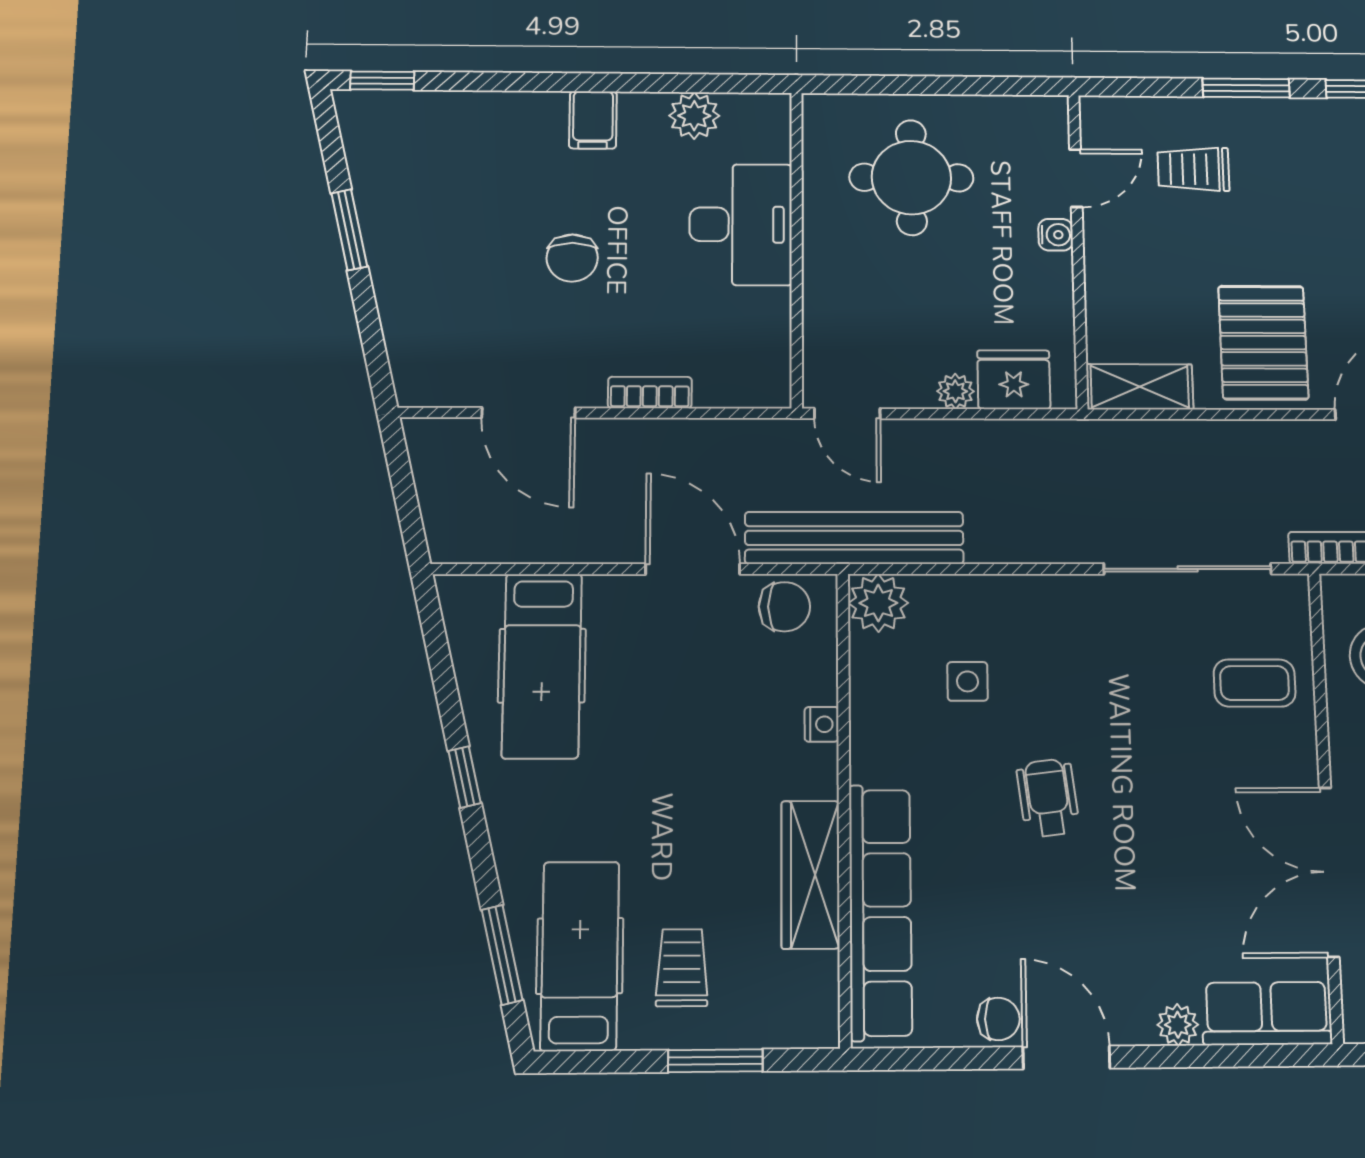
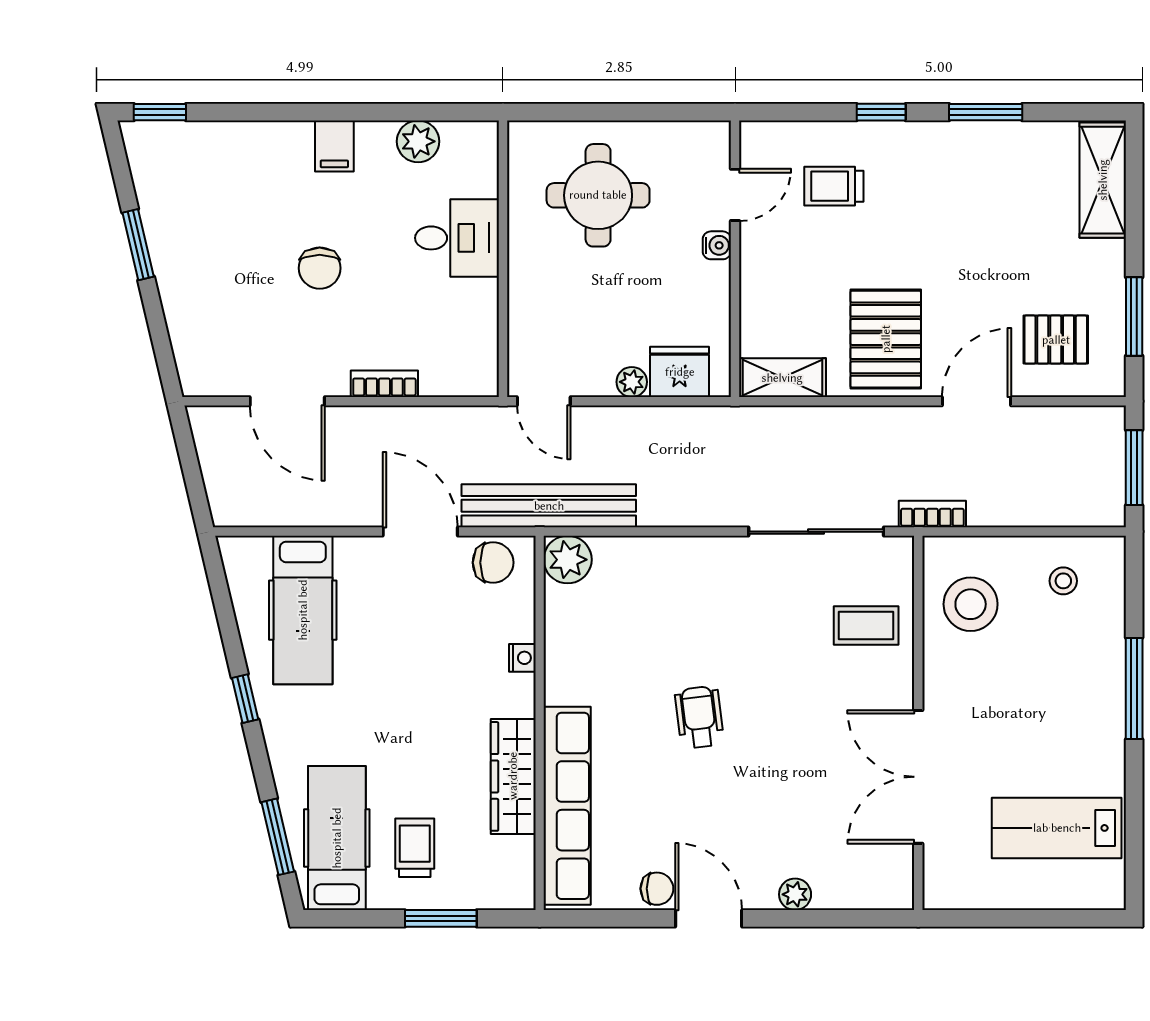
window: (1246, 88) -> (881, 112), width x0.67
desk: (741, 224) -> (457, 238), width x0.73
side table: (968, 681) -> (638, 624), removed
row of seats: (1267, 1013) -> (864, 886), removed

